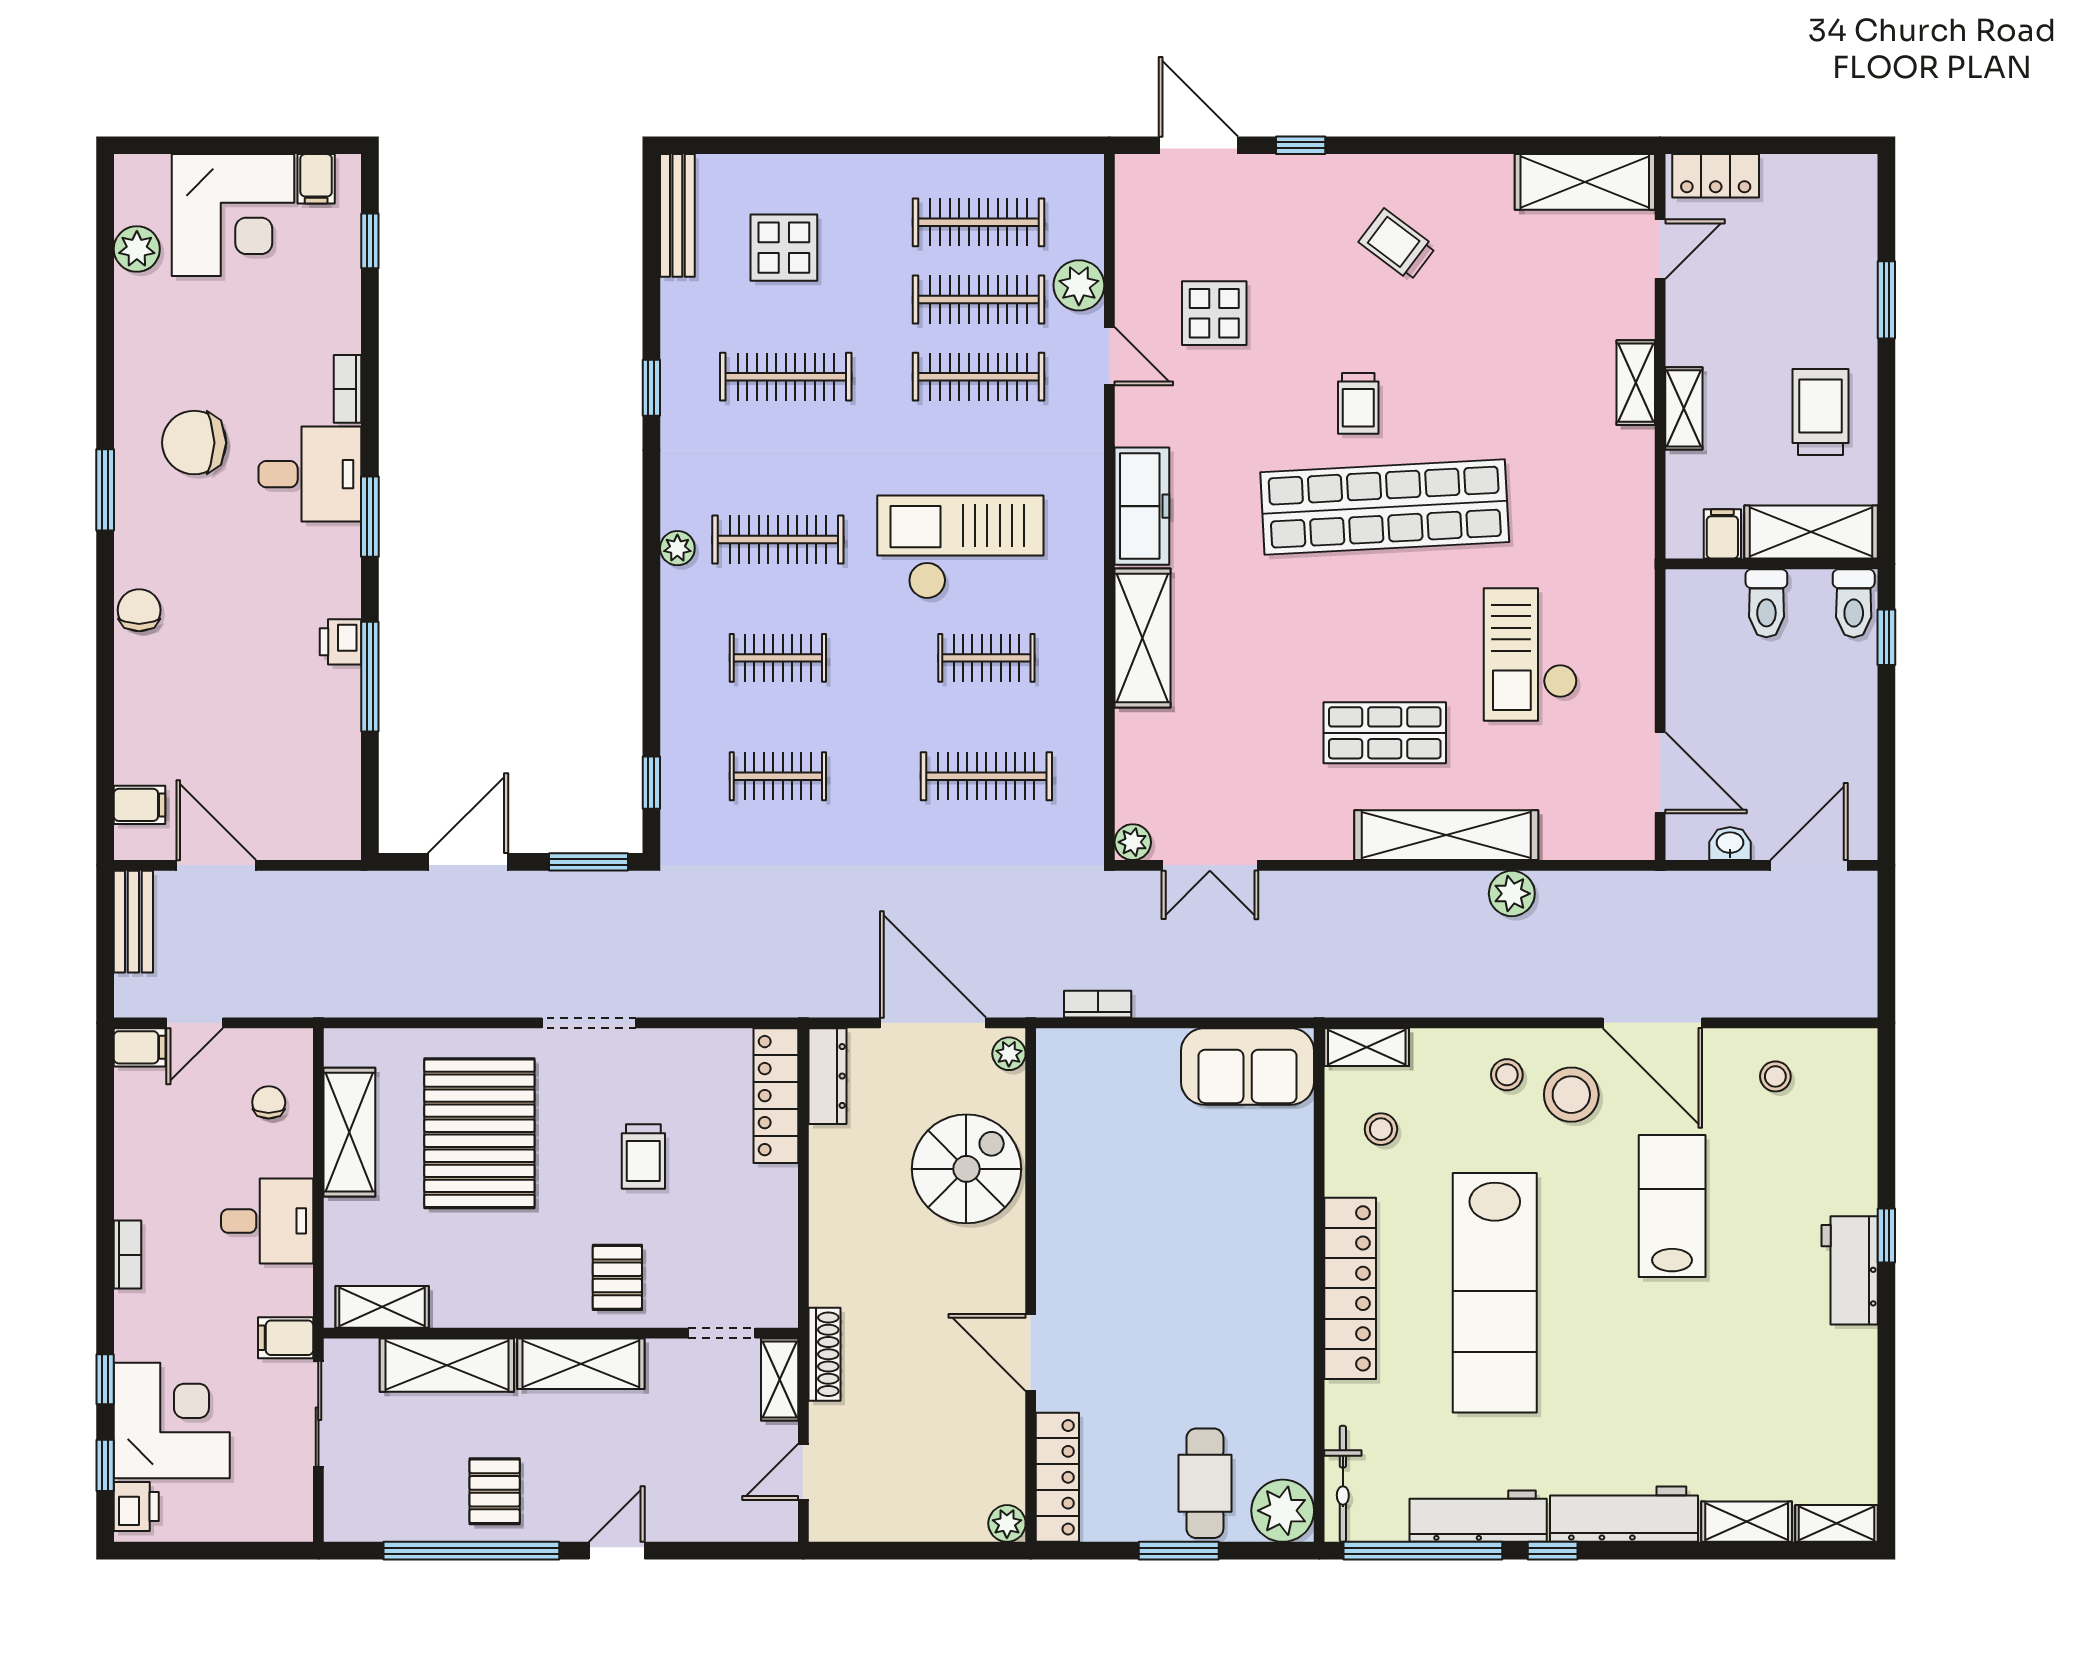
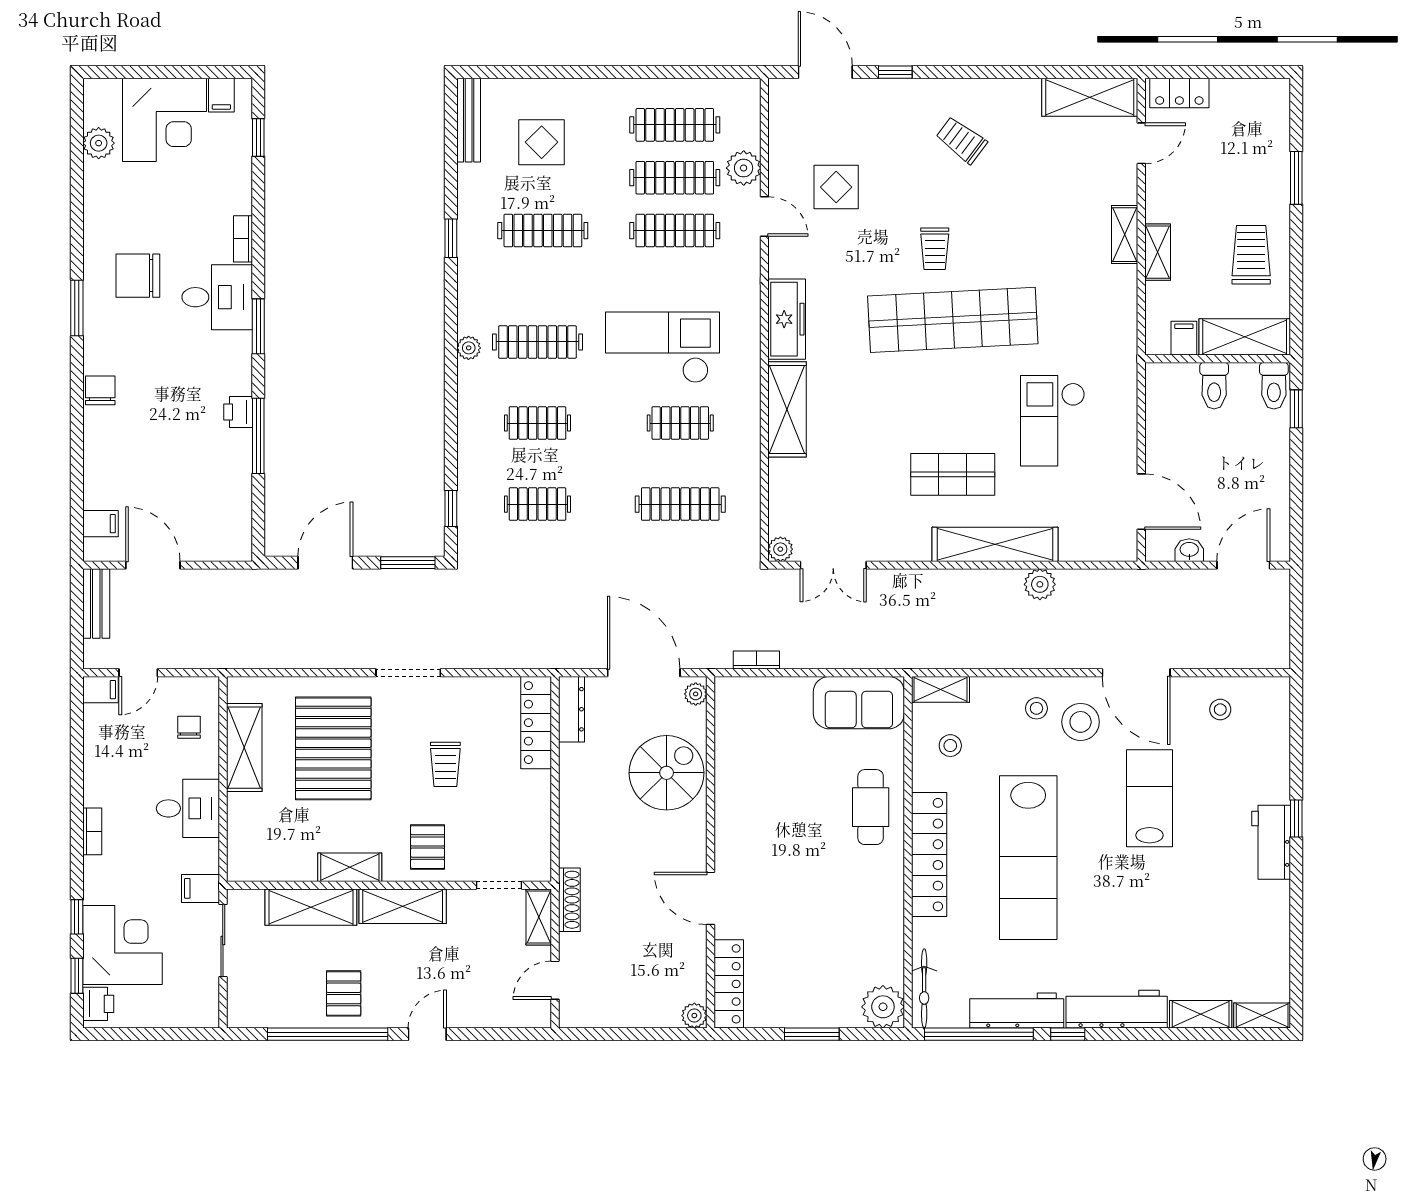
shelving: (382, 1307) -> (350, 867), moved
cafe table: (1205, 1483) -> (871, 807), moved

